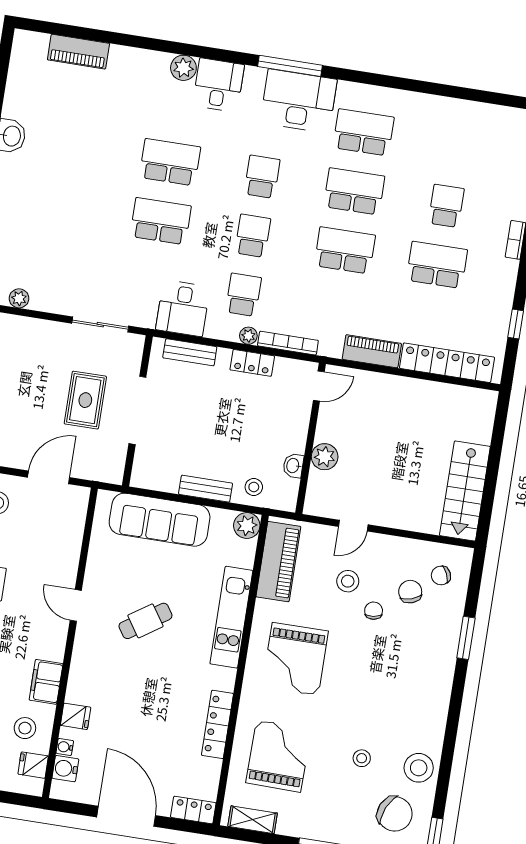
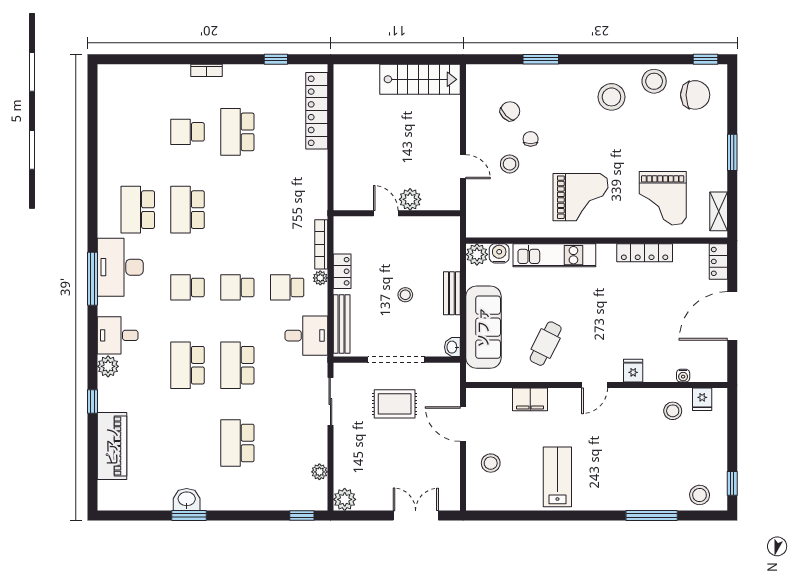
window: (145, 43) -> (93, 401), added
piano: (78, 52) -> (112, 446), width x1.37, depth x1.33
school desk: (345, 250) -> (237, 443), moved
piano: (372, 351) -> (317, 174), removed
bench: (190, 352) -> (342, 324), width x1.36
door: (319, 386) -> (386, 213), moved
washbasin: (293, 466) -> (452, 347), moved, turned 90
stool: (254, 487) -> (405, 295), moved
piano: (278, 562) -> (503, 224), removed
chair: (441, 575) -> (493, 88), removed
chair: (410, 592) -> (510, 111), turned 153
door: (76, 605) -> (595, 385), moved
chair: (374, 611) -> (531, 139), turned 98
cafe table: (145, 621) -> (546, 344), moved, turned 61
filing cabinet: (46, 682) -> (530, 399), moved
fridge: (76, 716) -> (633, 371), moved
grand piano: (279, 756) -> (663, 198), turned -91
stool: (362, 758) -> (611, 97), moved, width x1.89, depth x1.89
water cooler: (65, 769) -> (499, 253), moved, turned 180
chair: (395, 814) -> (695, 95), turned 66

